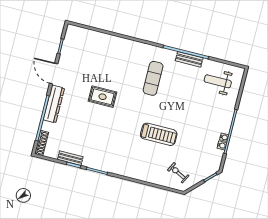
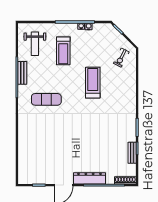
rug: (103, 97) -> (73, 138), removed
treadmill: (202, 111) -> (63, 51), added

